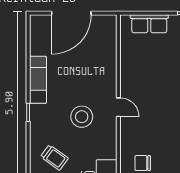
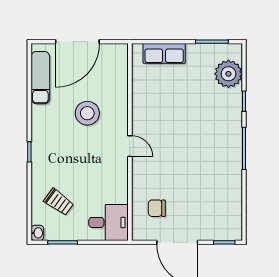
exam couch: (38, 80) -> (40, 78), moved
stool: (82, 117) -> (87, 113), moved

